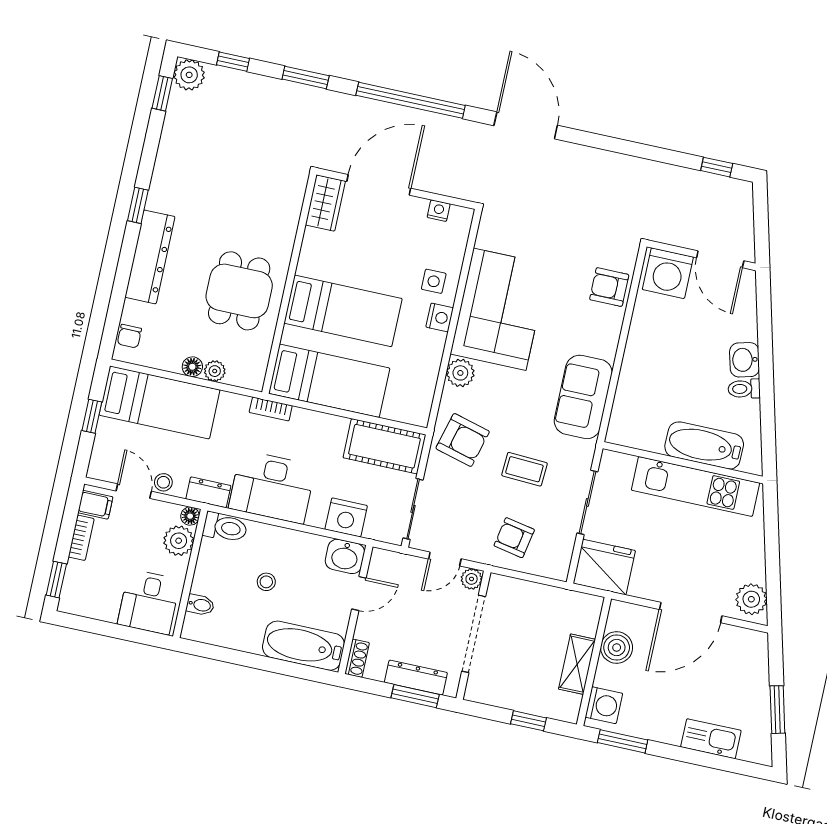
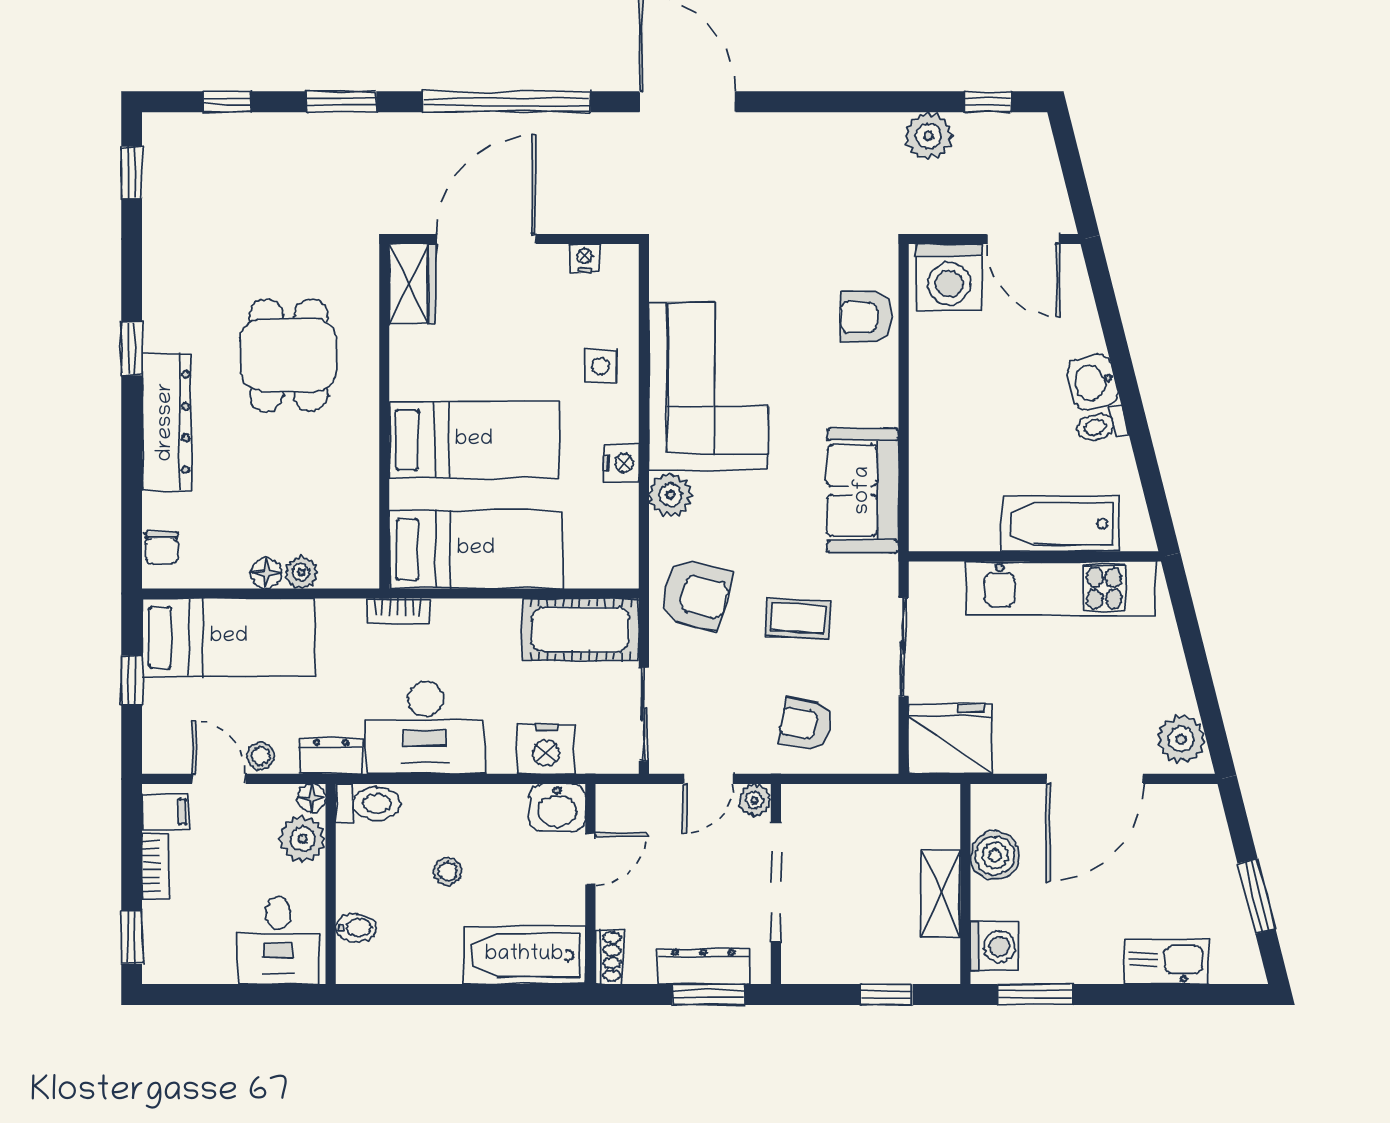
plant: (189, 75) -> (928, 136), moved
dining table: (239, 291) -> (289, 355), moved
nightstand: (440, 317) -> (621, 463), moved

